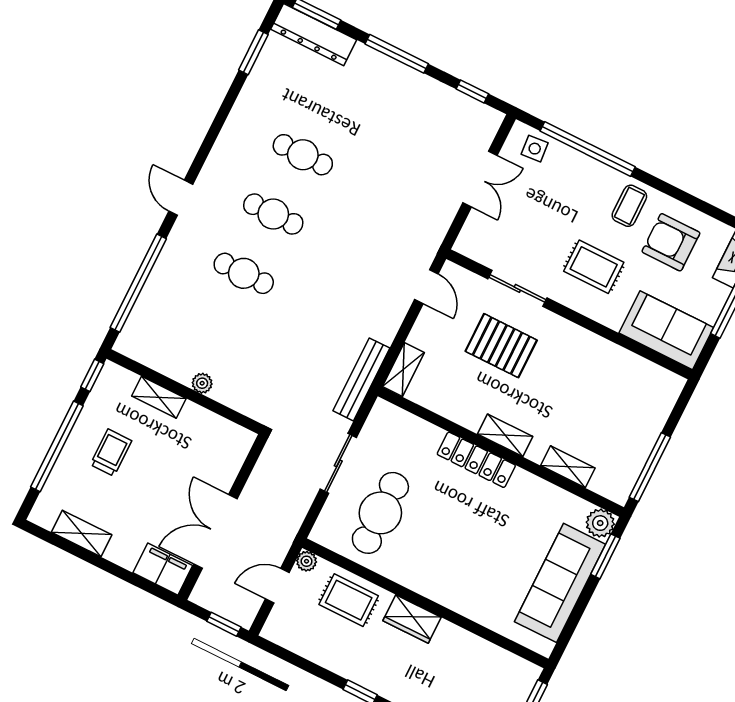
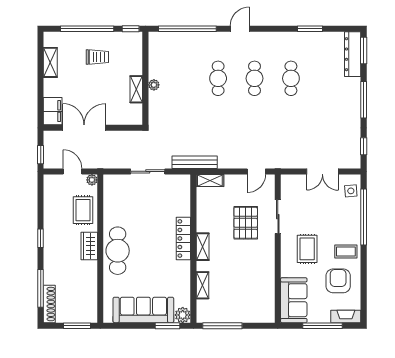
window: (253, 52) -> (310, 29), moved
shelving: (159, 397) -> (136, 89), moved
cafe table: (380, 513) -> (118, 251), moved, turned 90

